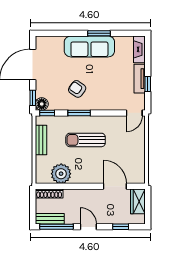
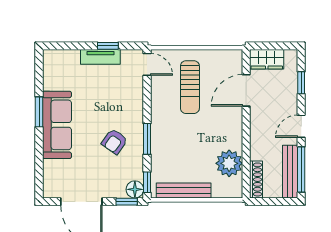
fireplace: (139, 49) -> (61, 57), removed
bench: (41, 140) -> (184, 190), width x1.36
sun lounger: (86, 140) -> (190, 87), moved
bench: (50, 219) -> (290, 172), width x1.36

